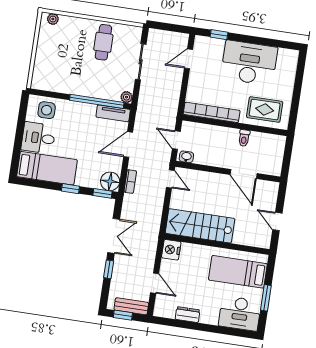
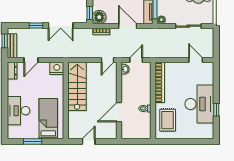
window: (219, 35) -> (216, 110), moved
desk: (240, 313) -> (19, 111), moved
dresser: (188, 315) -> (12, 71), moved

